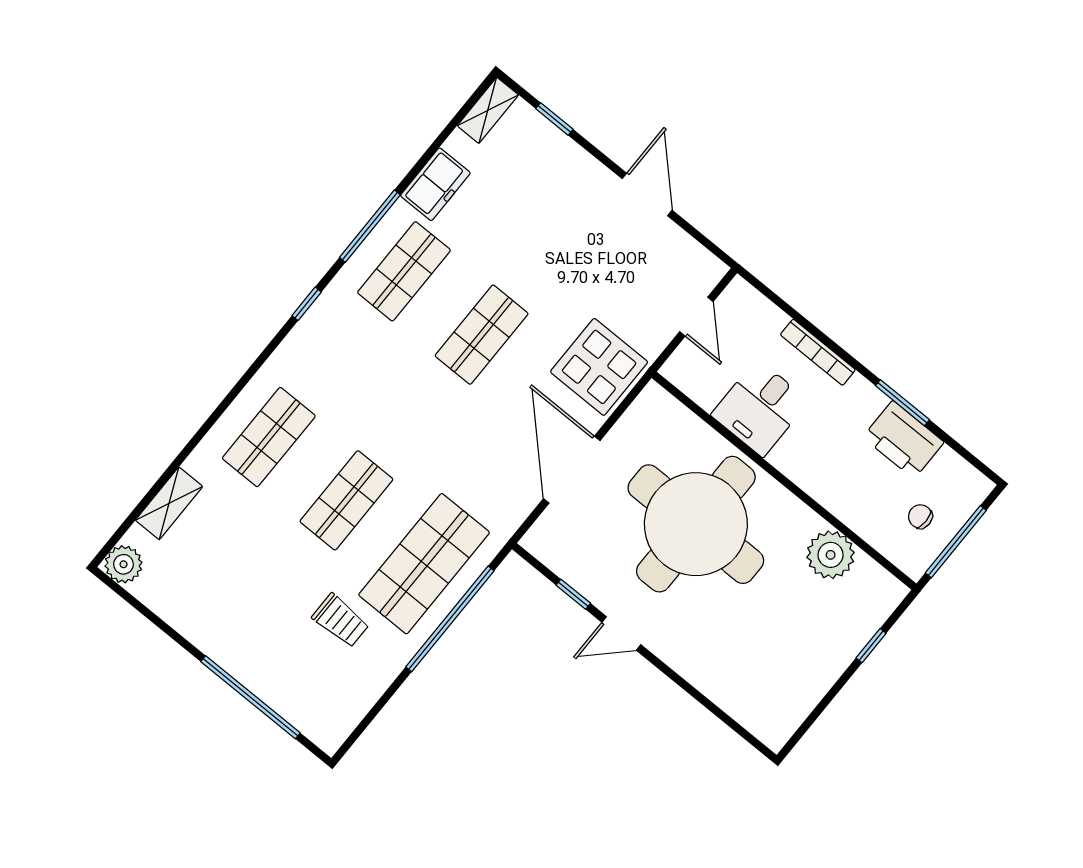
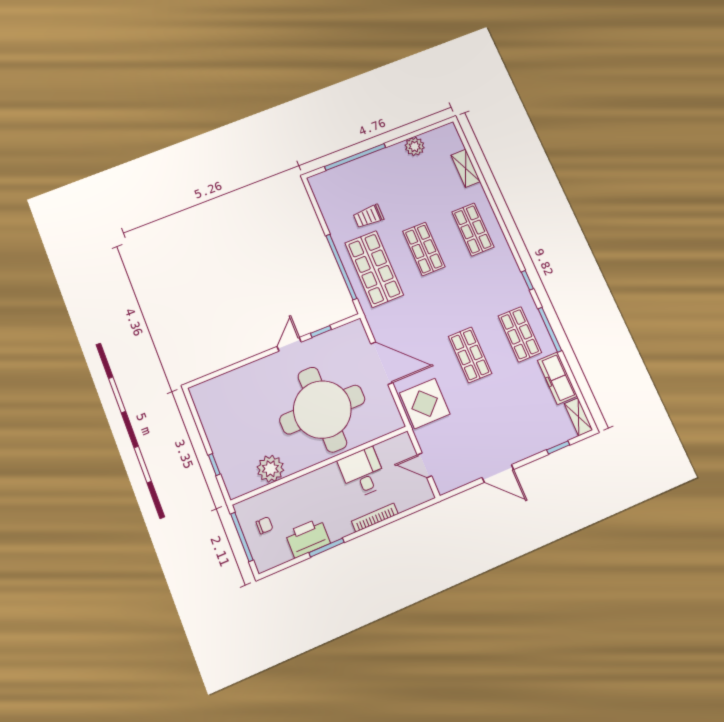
freezer: (435, 184) -> (557, 378), width x1.40
plant: (124, 564) -> (415, 146), moved

